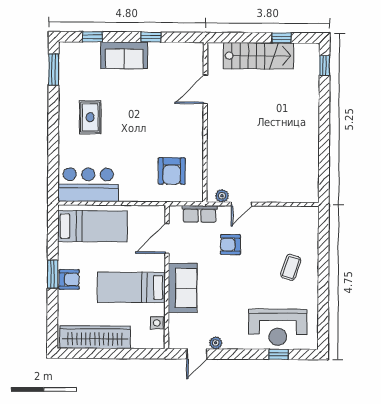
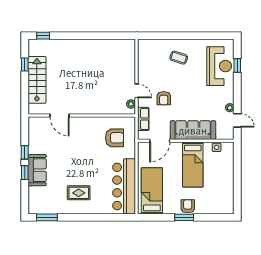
window: (92, 37) -> (25, 173), moved
bar counter: (88, 185) -> (124, 186), width x1.36
door: (167, 238) -> (160, 141), hinge flipped
sofa: (183, 288) -> (193, 130), width x1.36
wardrobe: (95, 337) -> (226, 189), removed

